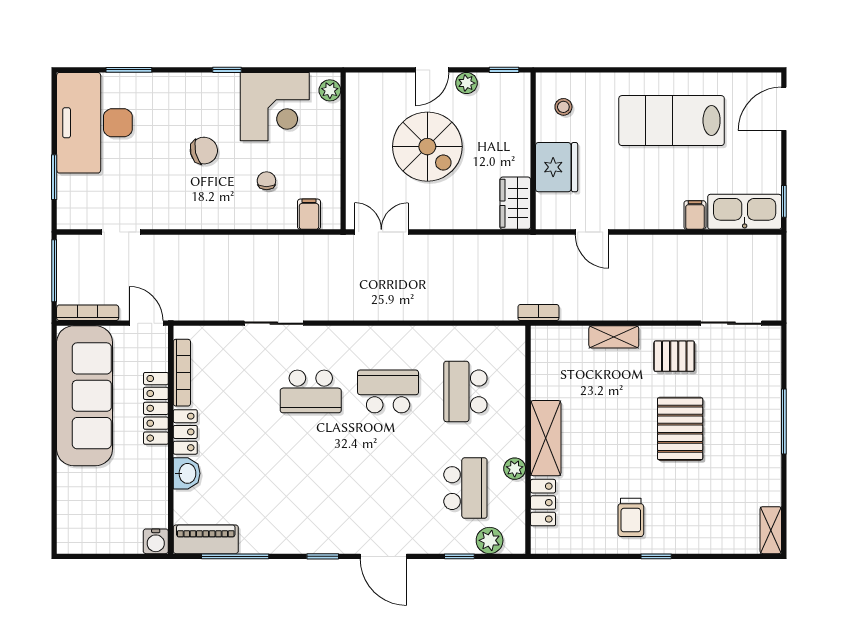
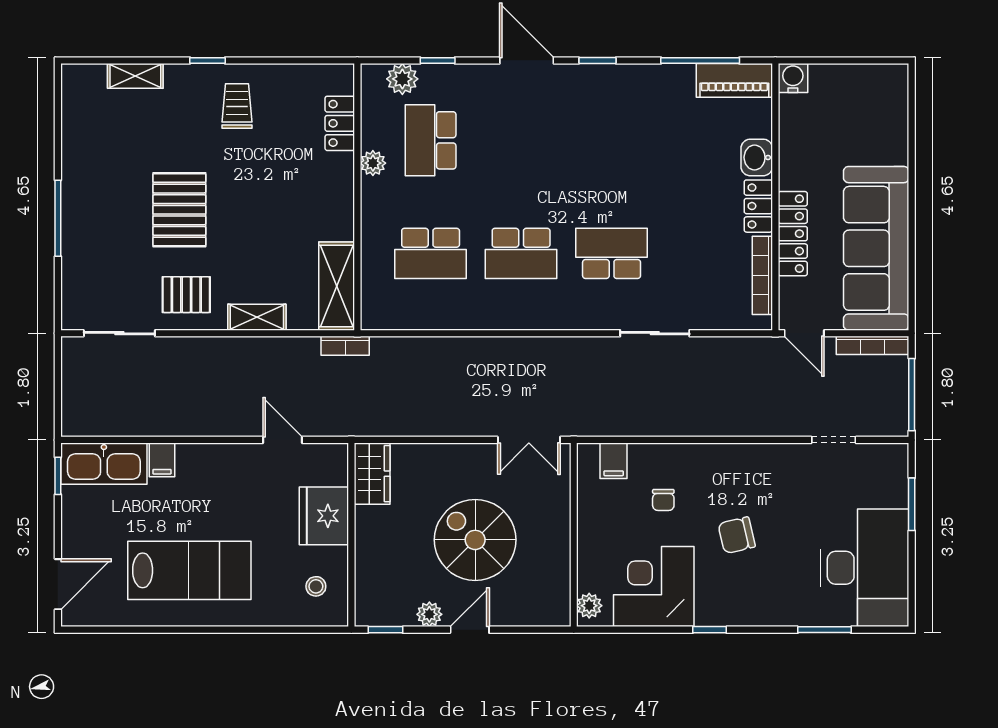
school desk: (465, 391) -> (431, 253), turned 90
shelving: (546, 438) -> (337, 286), moved
shelving: (771, 530) -> (135, 76), moved, turned 90

